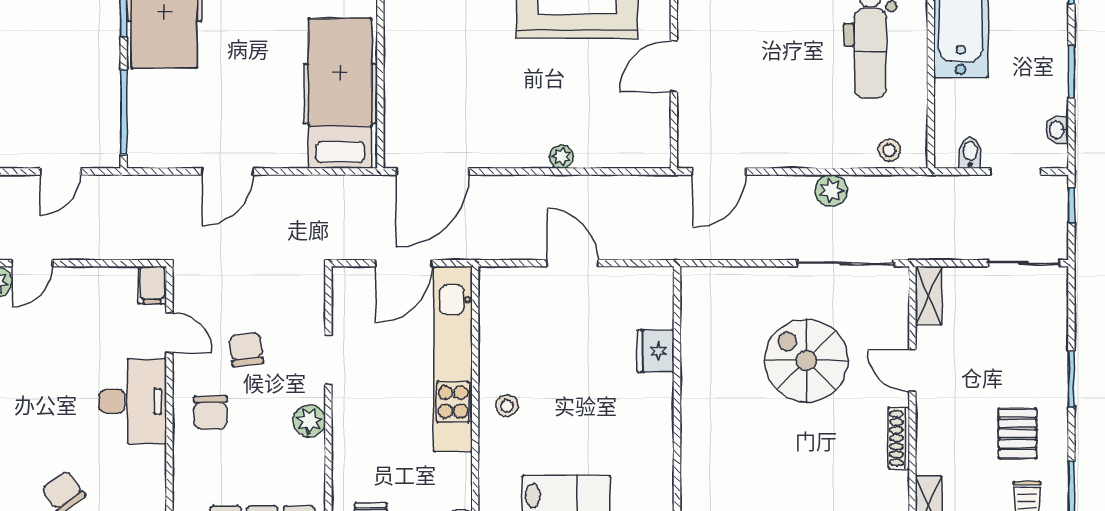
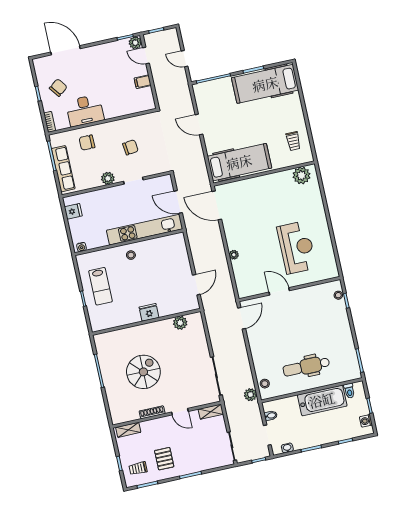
door: (719, 171) -> (242, 318), swing flipped
plant: (831, 190) -> (251, 395), moved
door: (573, 263) -> (196, 285), moved
filing cabinet: (152, 285) -> (143, 82), moved
plant: (697, 322) -> (180, 323), added
door: (169, 332) -> (130, 116), removed
fridge: (655, 351) -> (149, 312), moved
spiral stairs: (806, 361) -> (143, 372), moved
door: (912, 370) -> (180, 412), swing flipped
desk: (133, 401) -> (85, 111), moved
chair: (210, 413) -> (87, 143), moved
pallet: (1018, 433) -> (164, 459), turned 90

